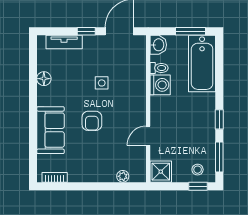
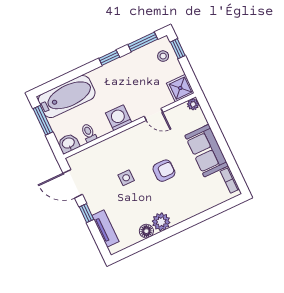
washing machine: (160, 85) -> (119, 118), moved
plant: (46, 96) -> (161, 222), added
sofa: (51, 130) -> (207, 151), moved, turned -90
plant: (123, 176) -> (193, 104), moved

